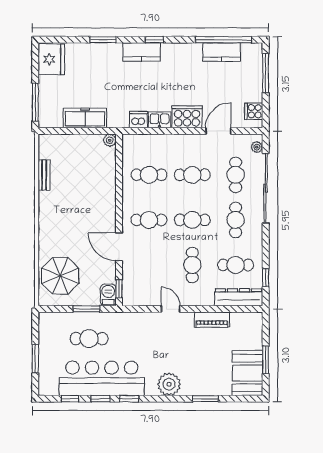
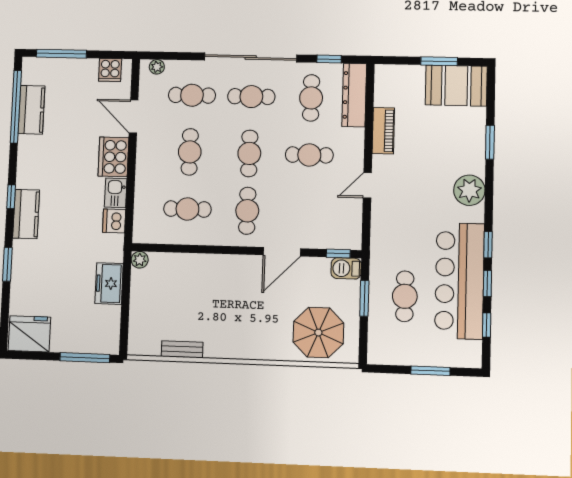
freezer: (85, 118) -> (109, 283), width x0.71
cafe table: (149, 175) -> (187, 209), turned 90
sliding door: (266, 188) -> (251, 57), moved

